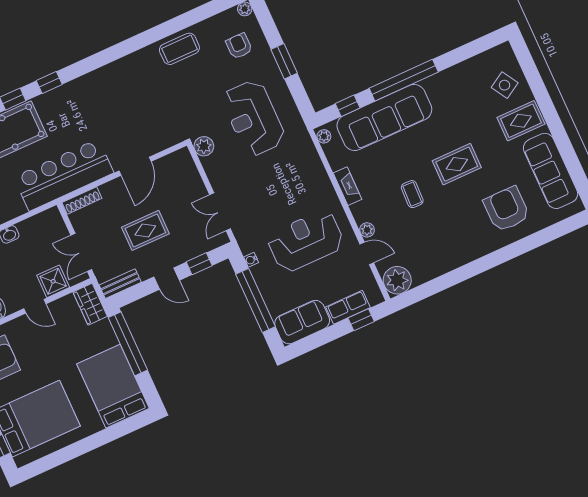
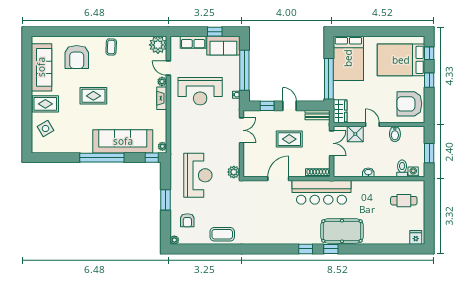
window: (348, 106) -> (152, 158), moved
fireplace: (347, 186) -> (162, 98), moved
coffee table: (412, 194) -> (111, 47), moved
window: (361, 320) -> (215, 32), moved

